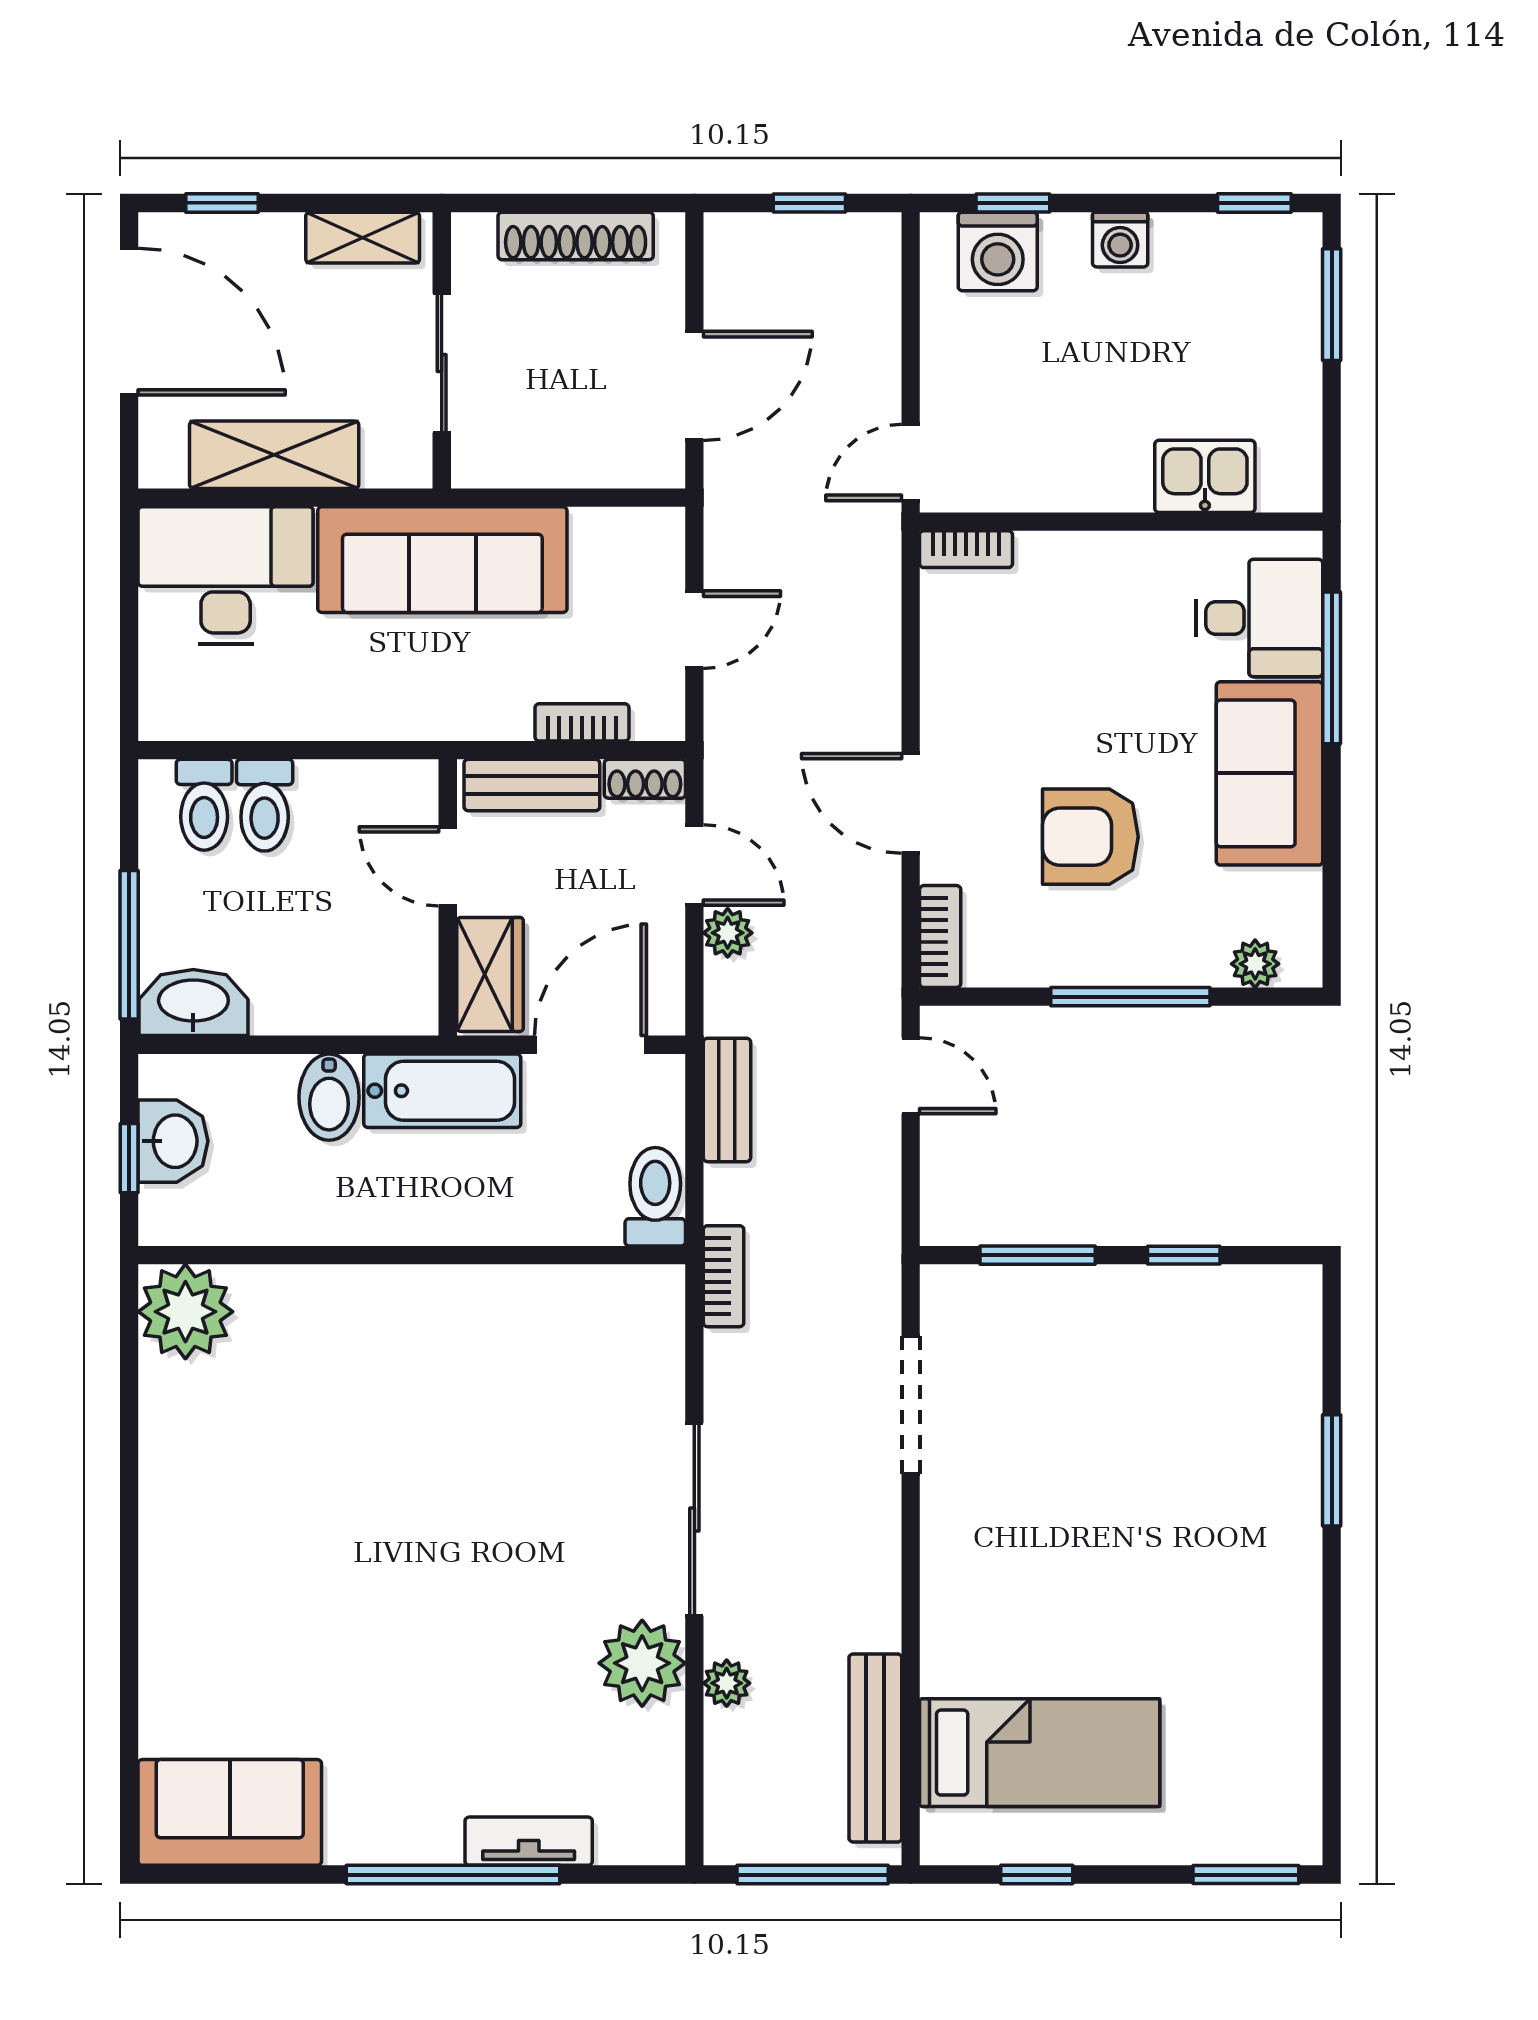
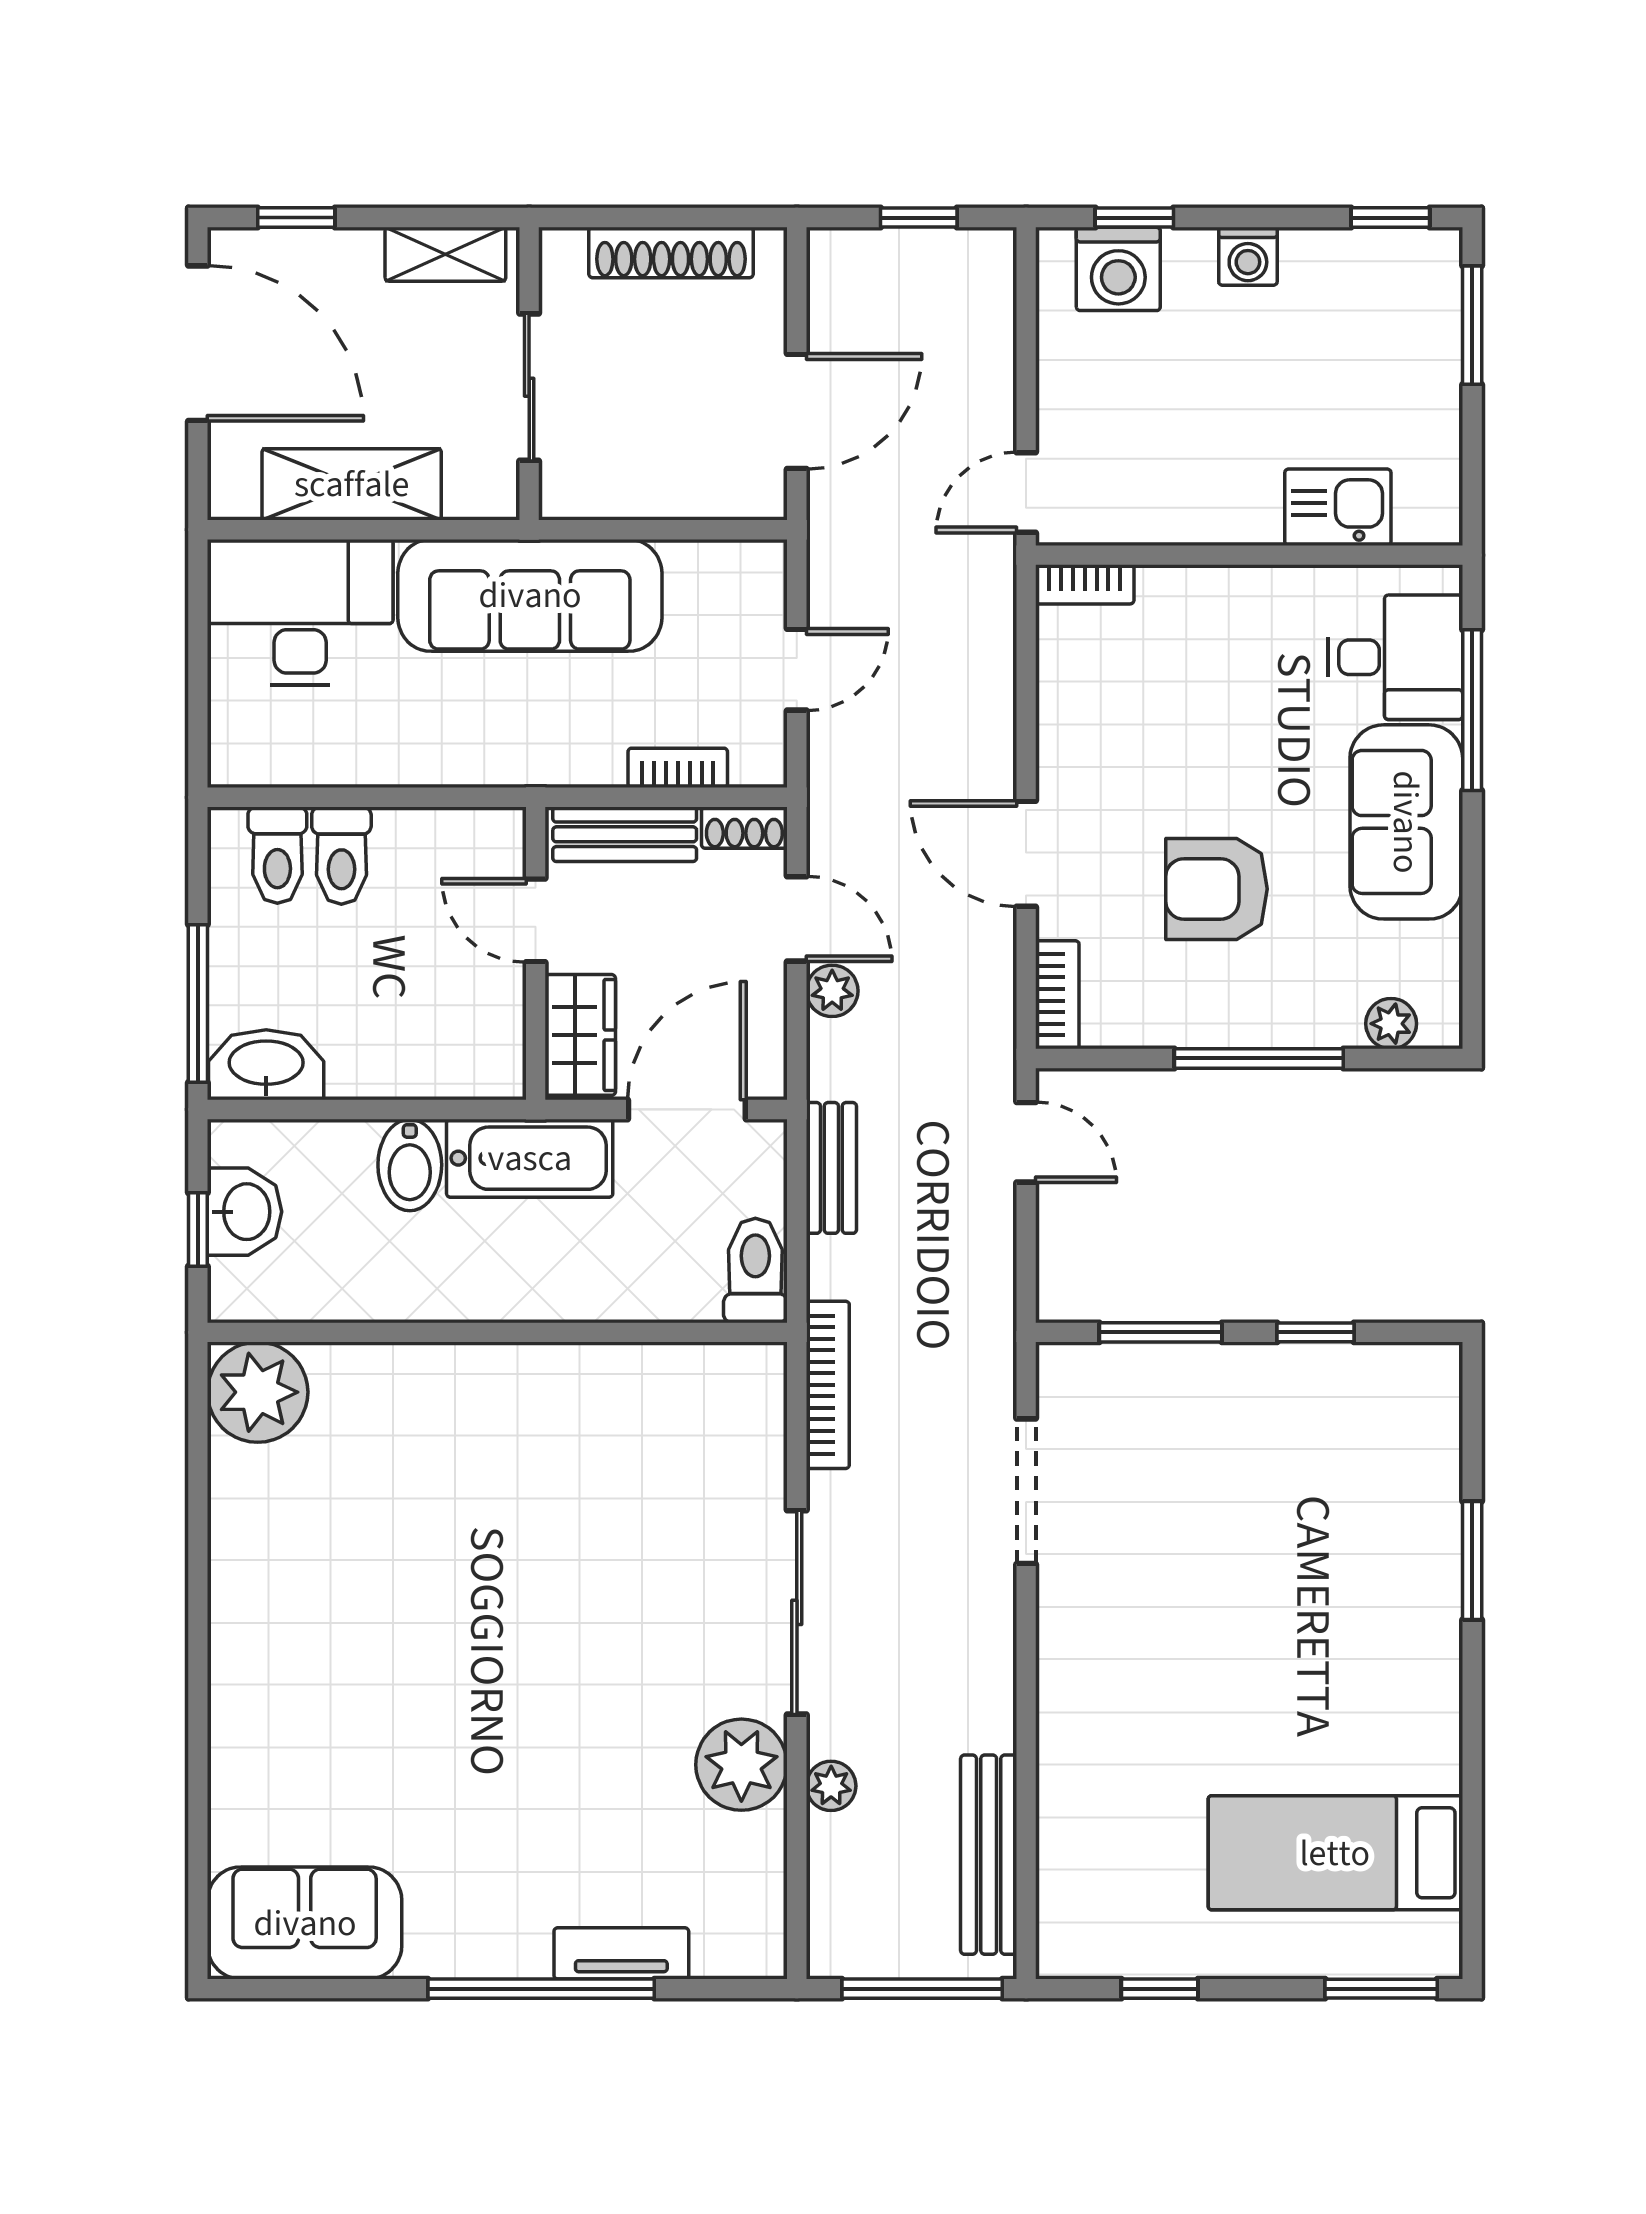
bookcase: (724, 1276) -> (828, 1385), width x1.56
bed: (1040, 1753) -> (1335, 1853), moved, turned 180

